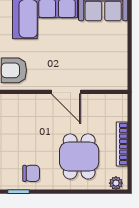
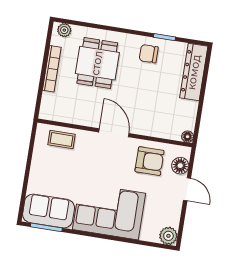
coffee table: (102, 77) -> (62, 139), added
door: (66, 92) -> (114, 133), moved

